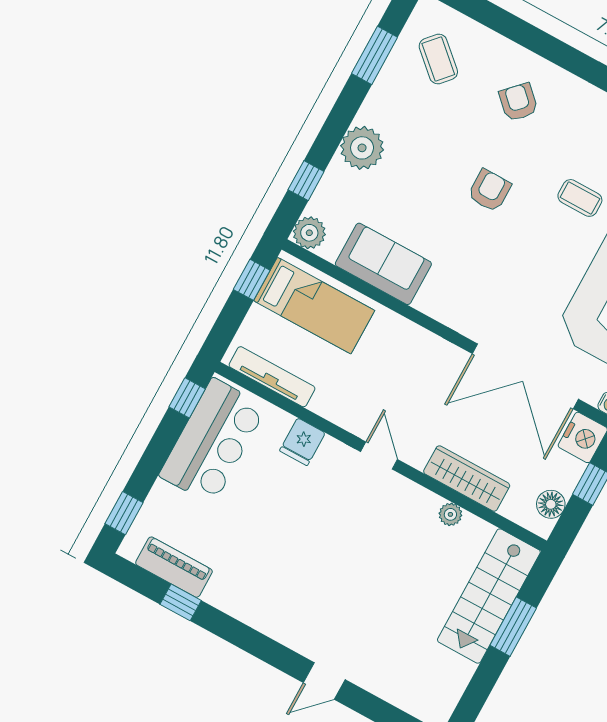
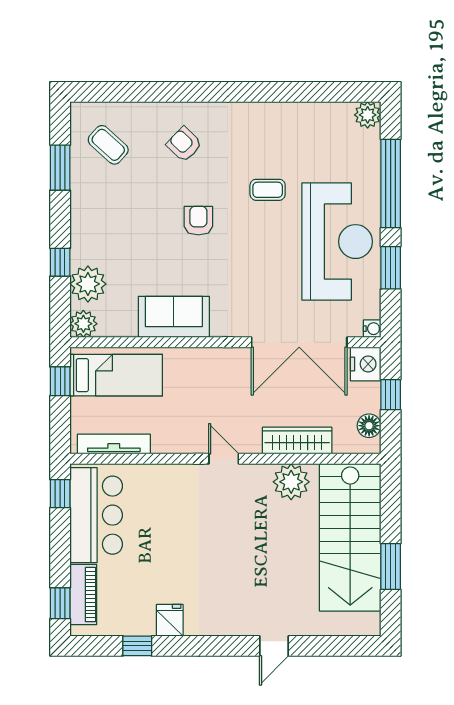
plant: (362, 148) -> (88, 284), moved
window: (306, 181) -> (60, 262), moved
sofa: (383, 264) -> (174, 317), moved
fridge: (302, 442) -> (170, 620), moved, turned 180
plant: (450, 514) -> (291, 482), width x1.87, depth x1.87
piano: (174, 567) -> (83, 595), moved, turned 90
stairs: (489, 596) -> (350, 537), width x1.36, depth x1.51
window: (513, 627) -> (391, 566), moved

